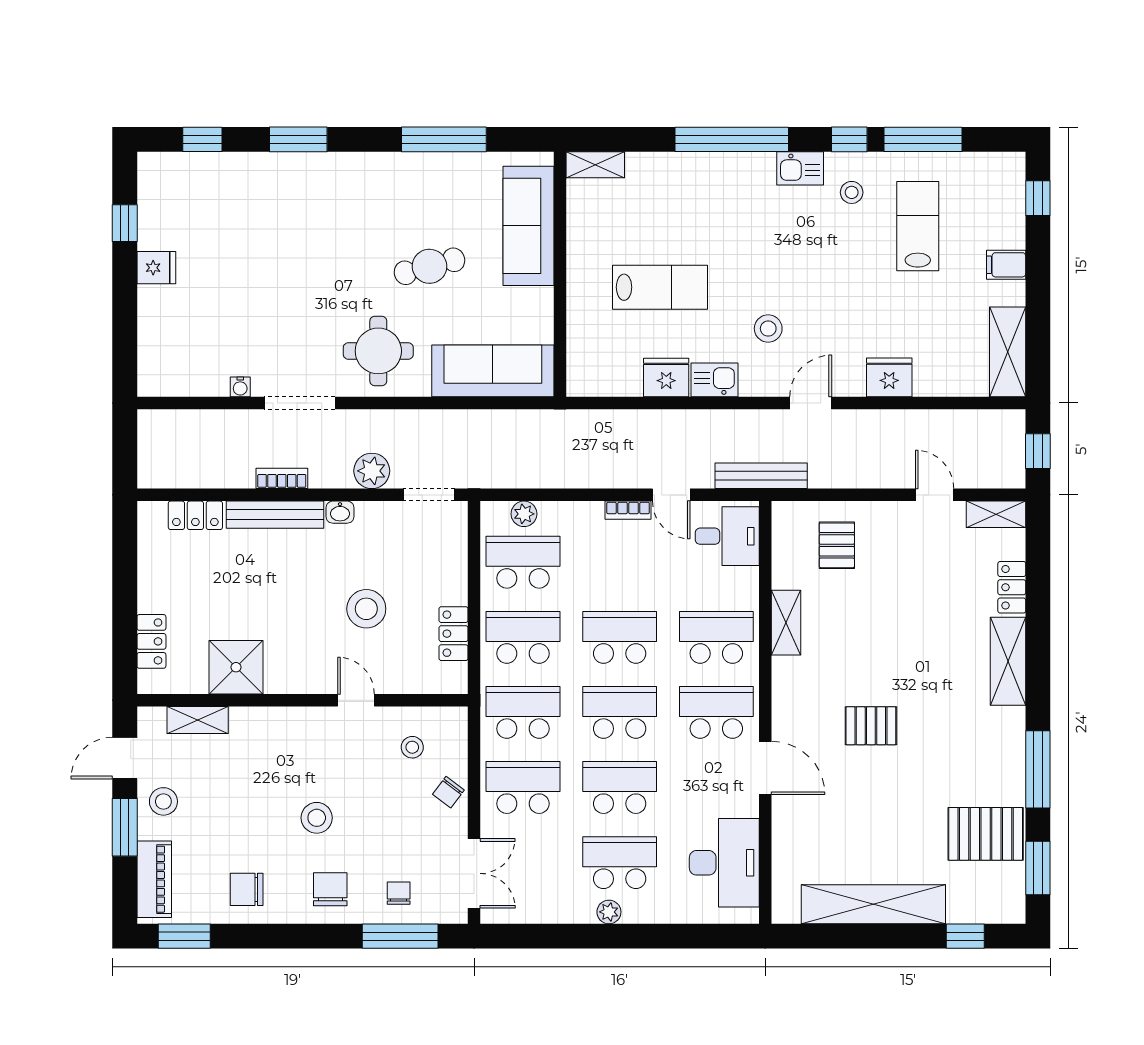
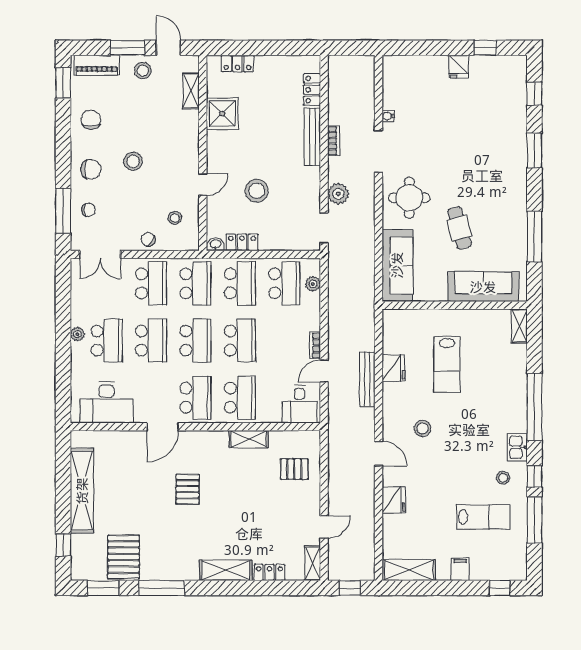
kitchen sink: (715, 380) -> (392, 397), removed
bench: (761, 476) -> (367, 379), moved
washbasin: (340, 512) -> (215, 244), moved, turned 90

